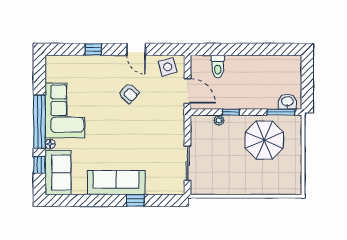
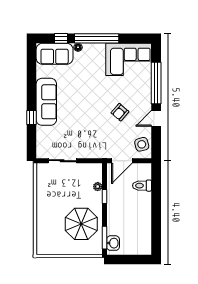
window: (93, 49) -> (156, 83), width x3.17
corner sofa: (65, 110) -> (129, 59), moved

